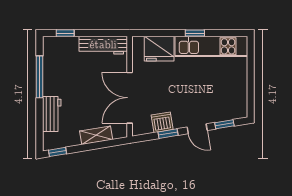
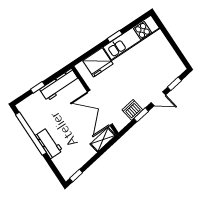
window: (65, 33) -> (38, 87), moved
window: (40, 77) -> (31, 134), width x1.46
workbench: (52, 114) -> (49, 143), moved
shelving: (96, 135) -> (103, 140), moved

